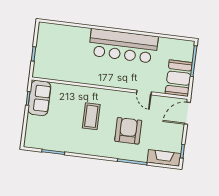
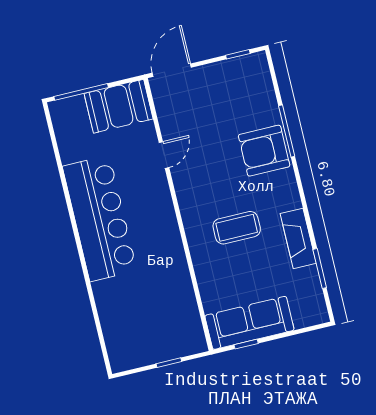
sofa: (39, 98) -> (249, 323), width x1.36
door: (187, 113) -> (172, 70), swing flipped
armchair: (128, 131) -> (264, 151), moved
fireplace: (164, 158) -> (298, 238), moved

